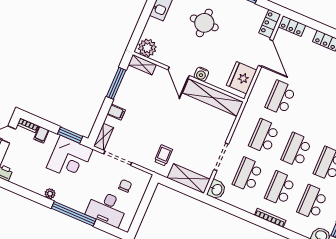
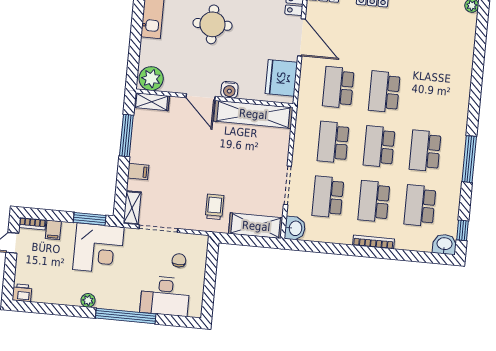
school desk: (313, 112) -> (384, 92), added

